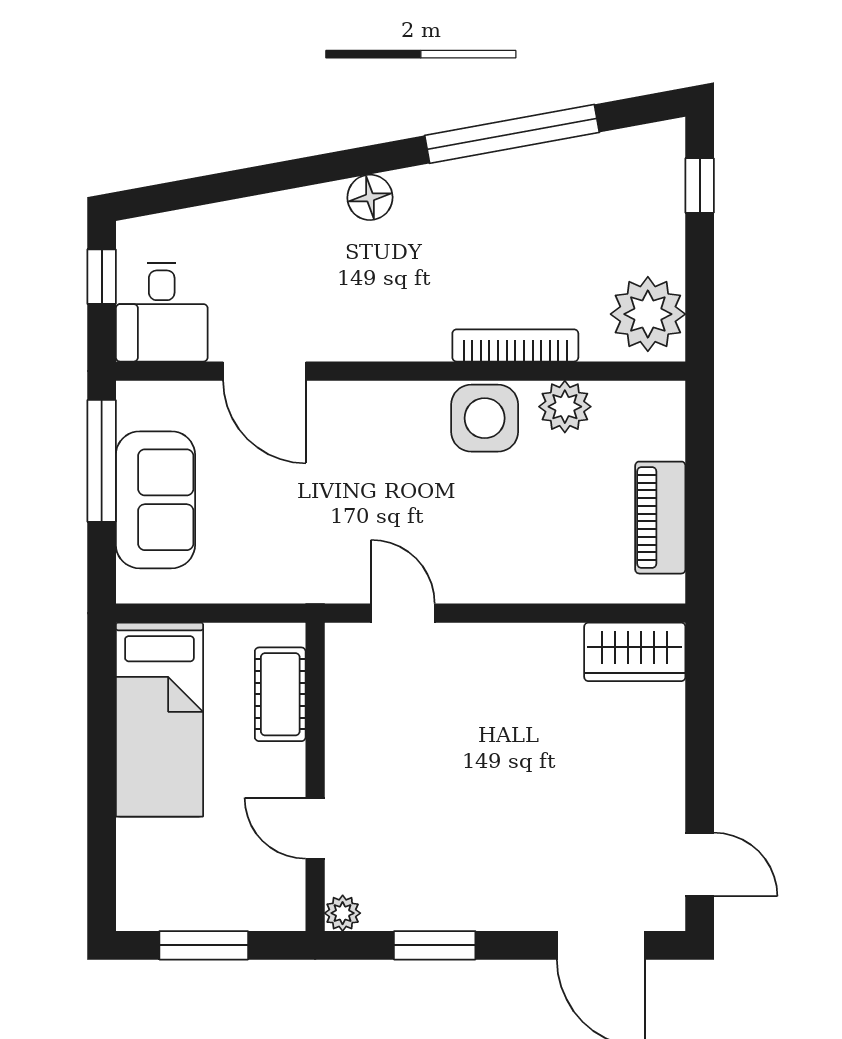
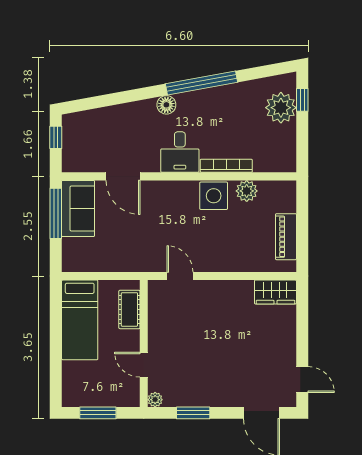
window: (512, 134) -> (201, 83), moved
desk: (162, 312) -> (180, 152), moved
plant: (648, 314) -> (281, 108), moved
sofa: (155, 500) -> (78, 208), moved

